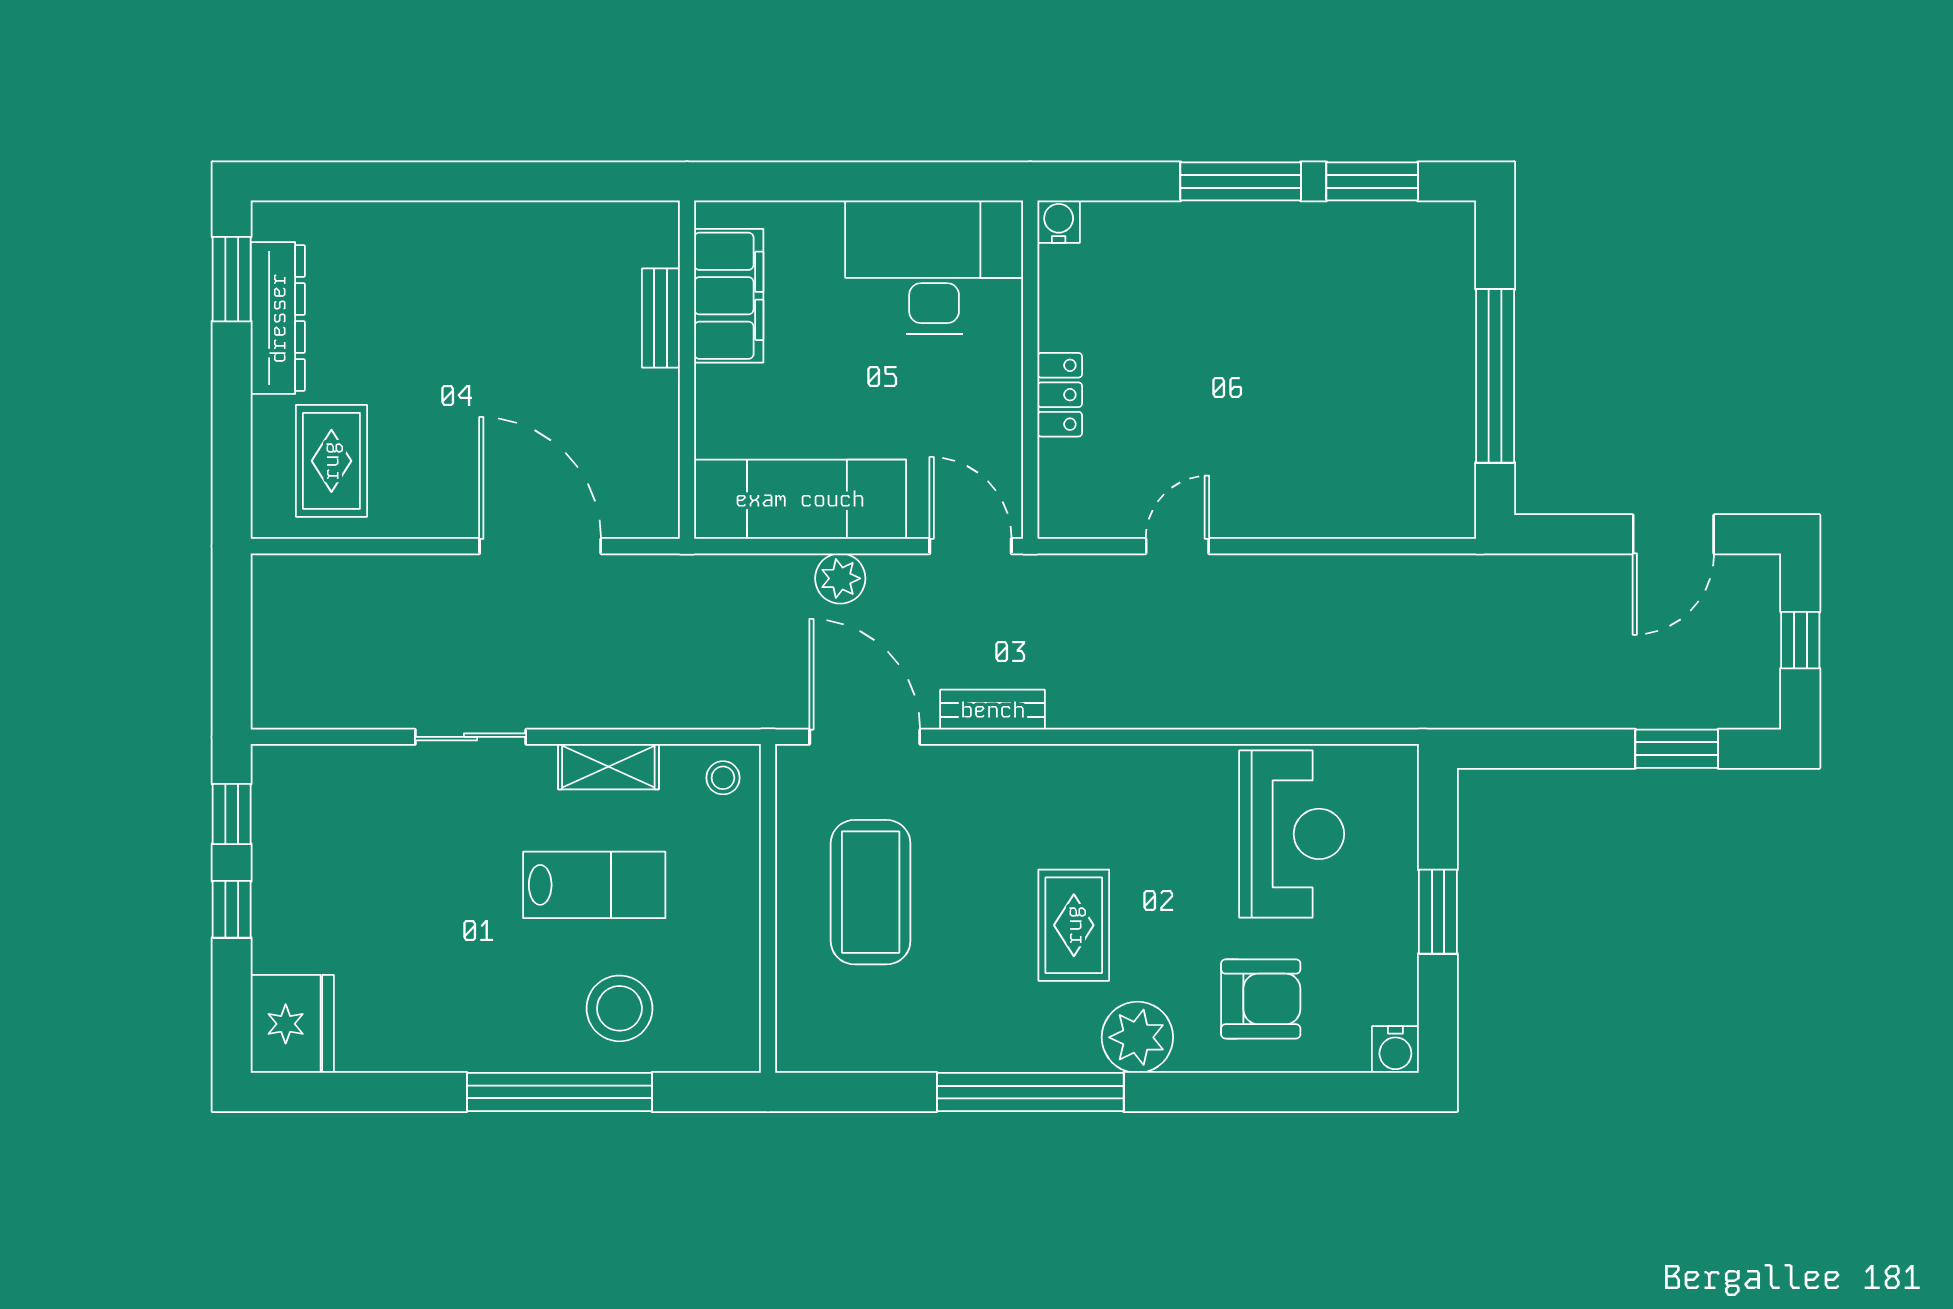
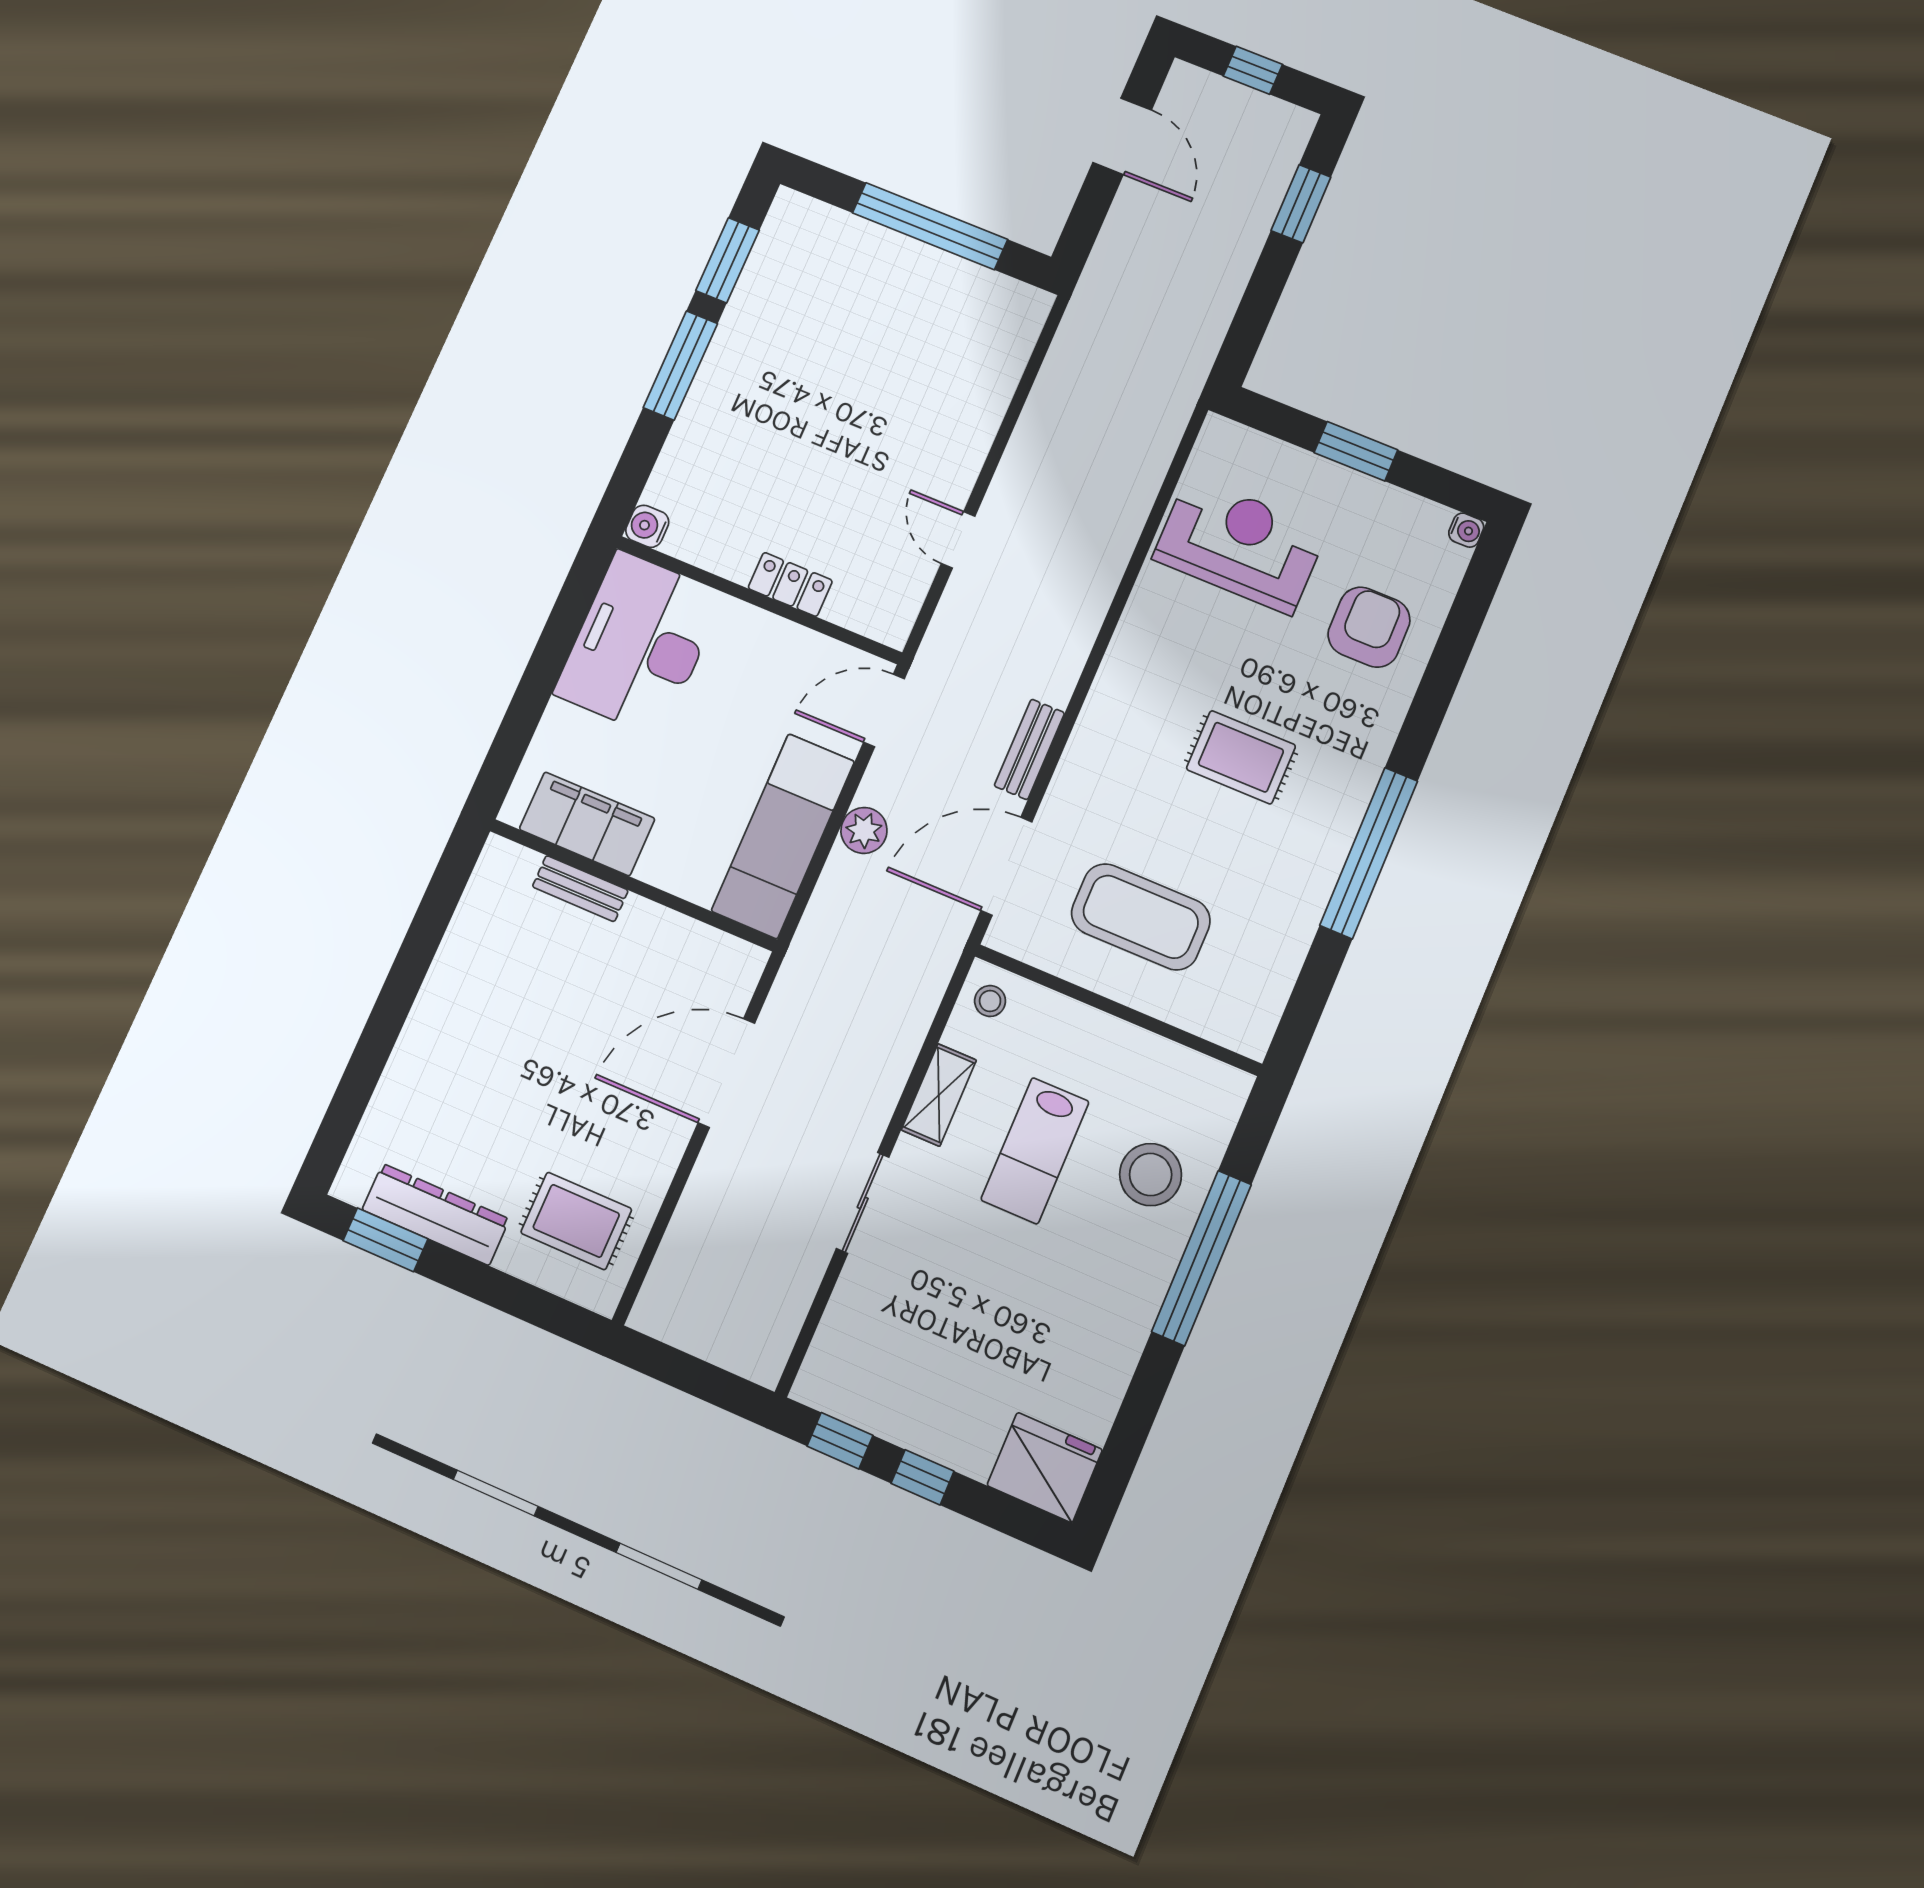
lab bench: (594, 885) -> (1035, 1151), turned 180
plant: (1137, 1037) -> (1359, 743), removed
water cooler: (1395, 1050) -> (1466, 530), width x0.72, depth x0.72

